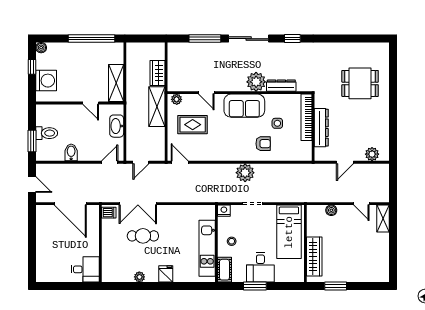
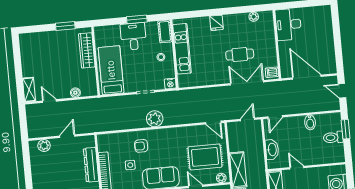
rug: (193, 125) -> (205, 157), width x1.36, depth x1.43
desk: (85, 269) -> (288, 24), width x1.37
plant: (139, 277) -> (254, 17), moved

